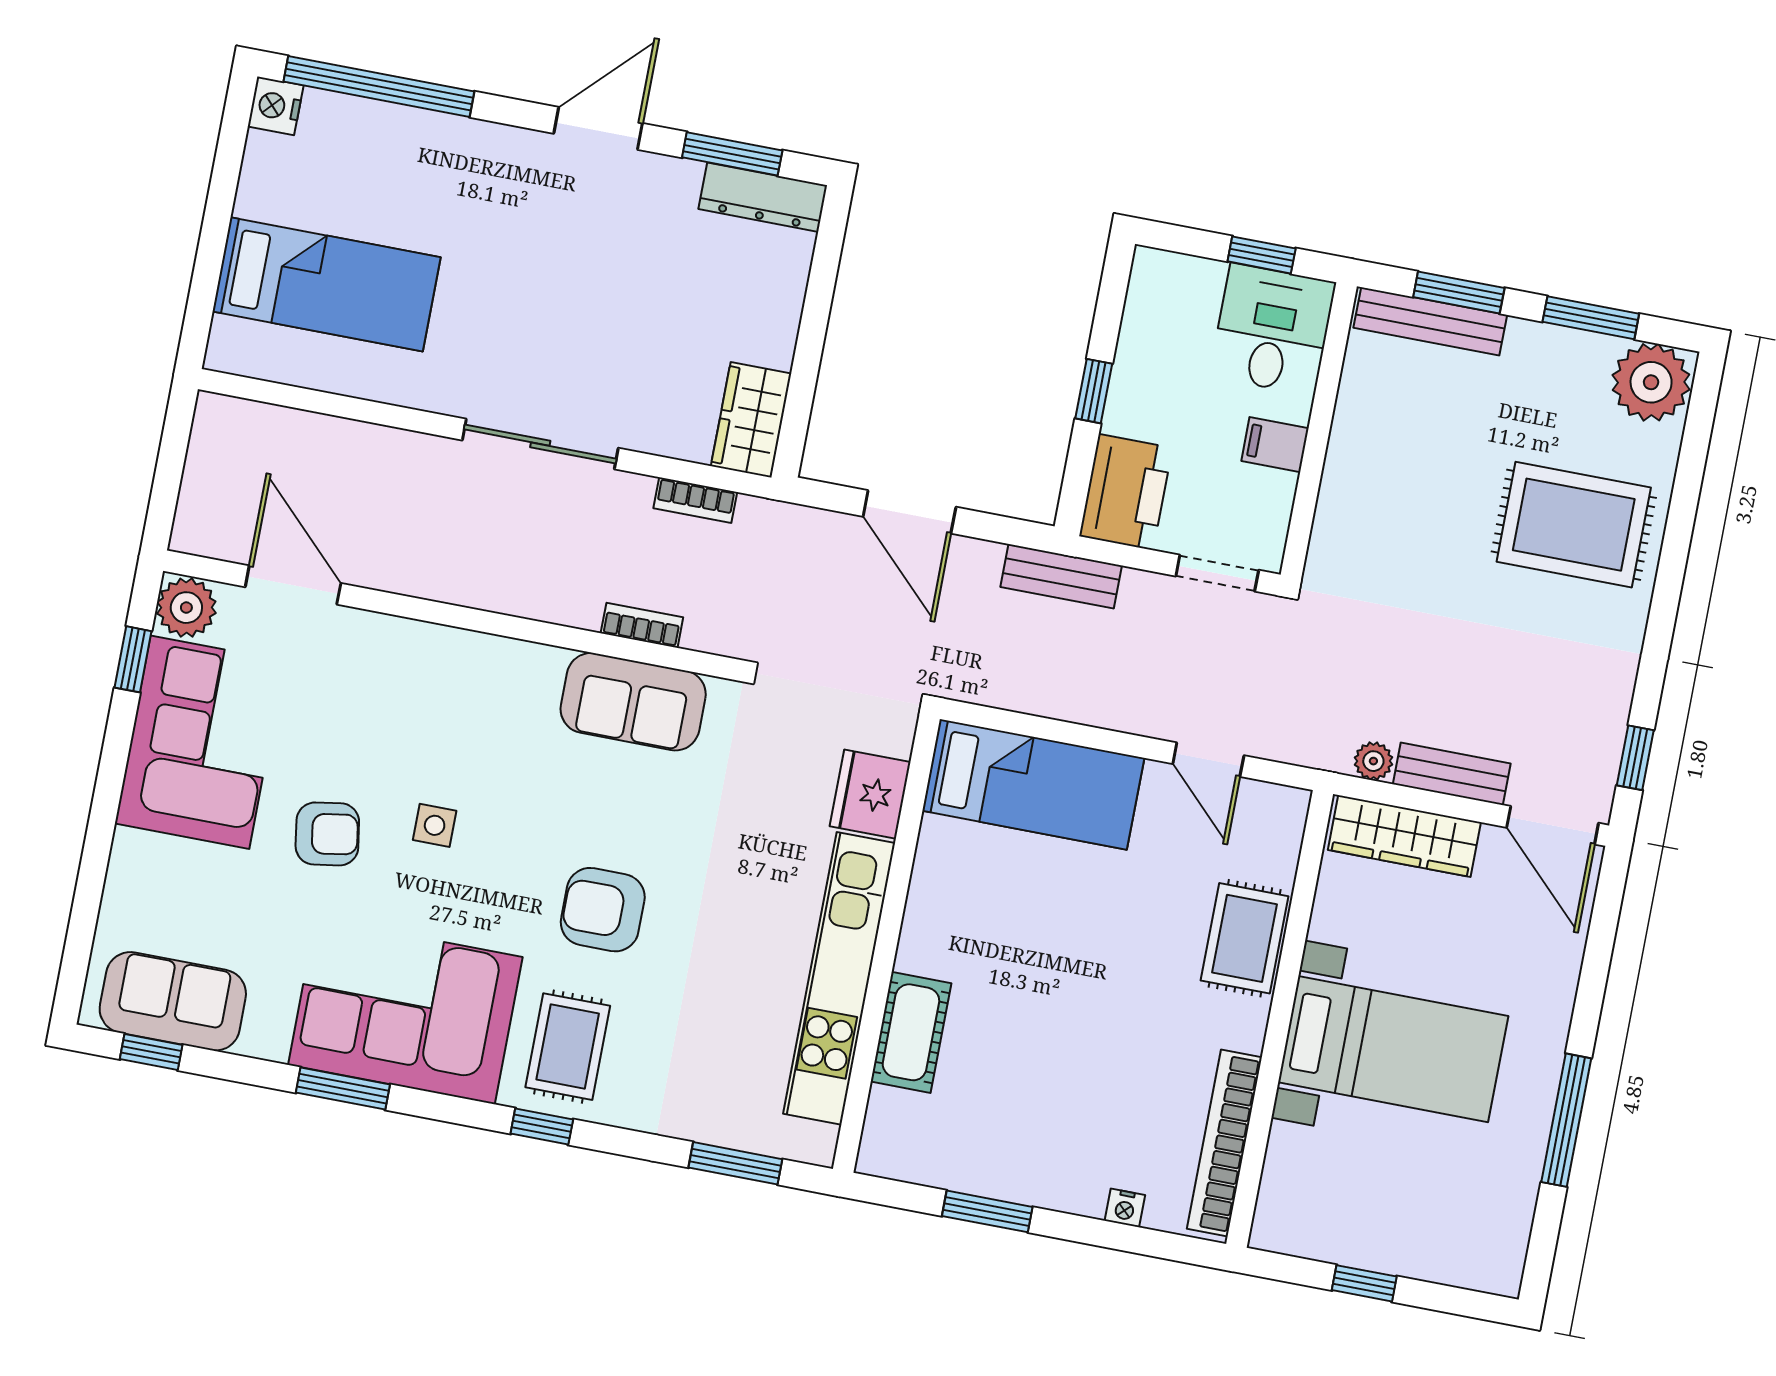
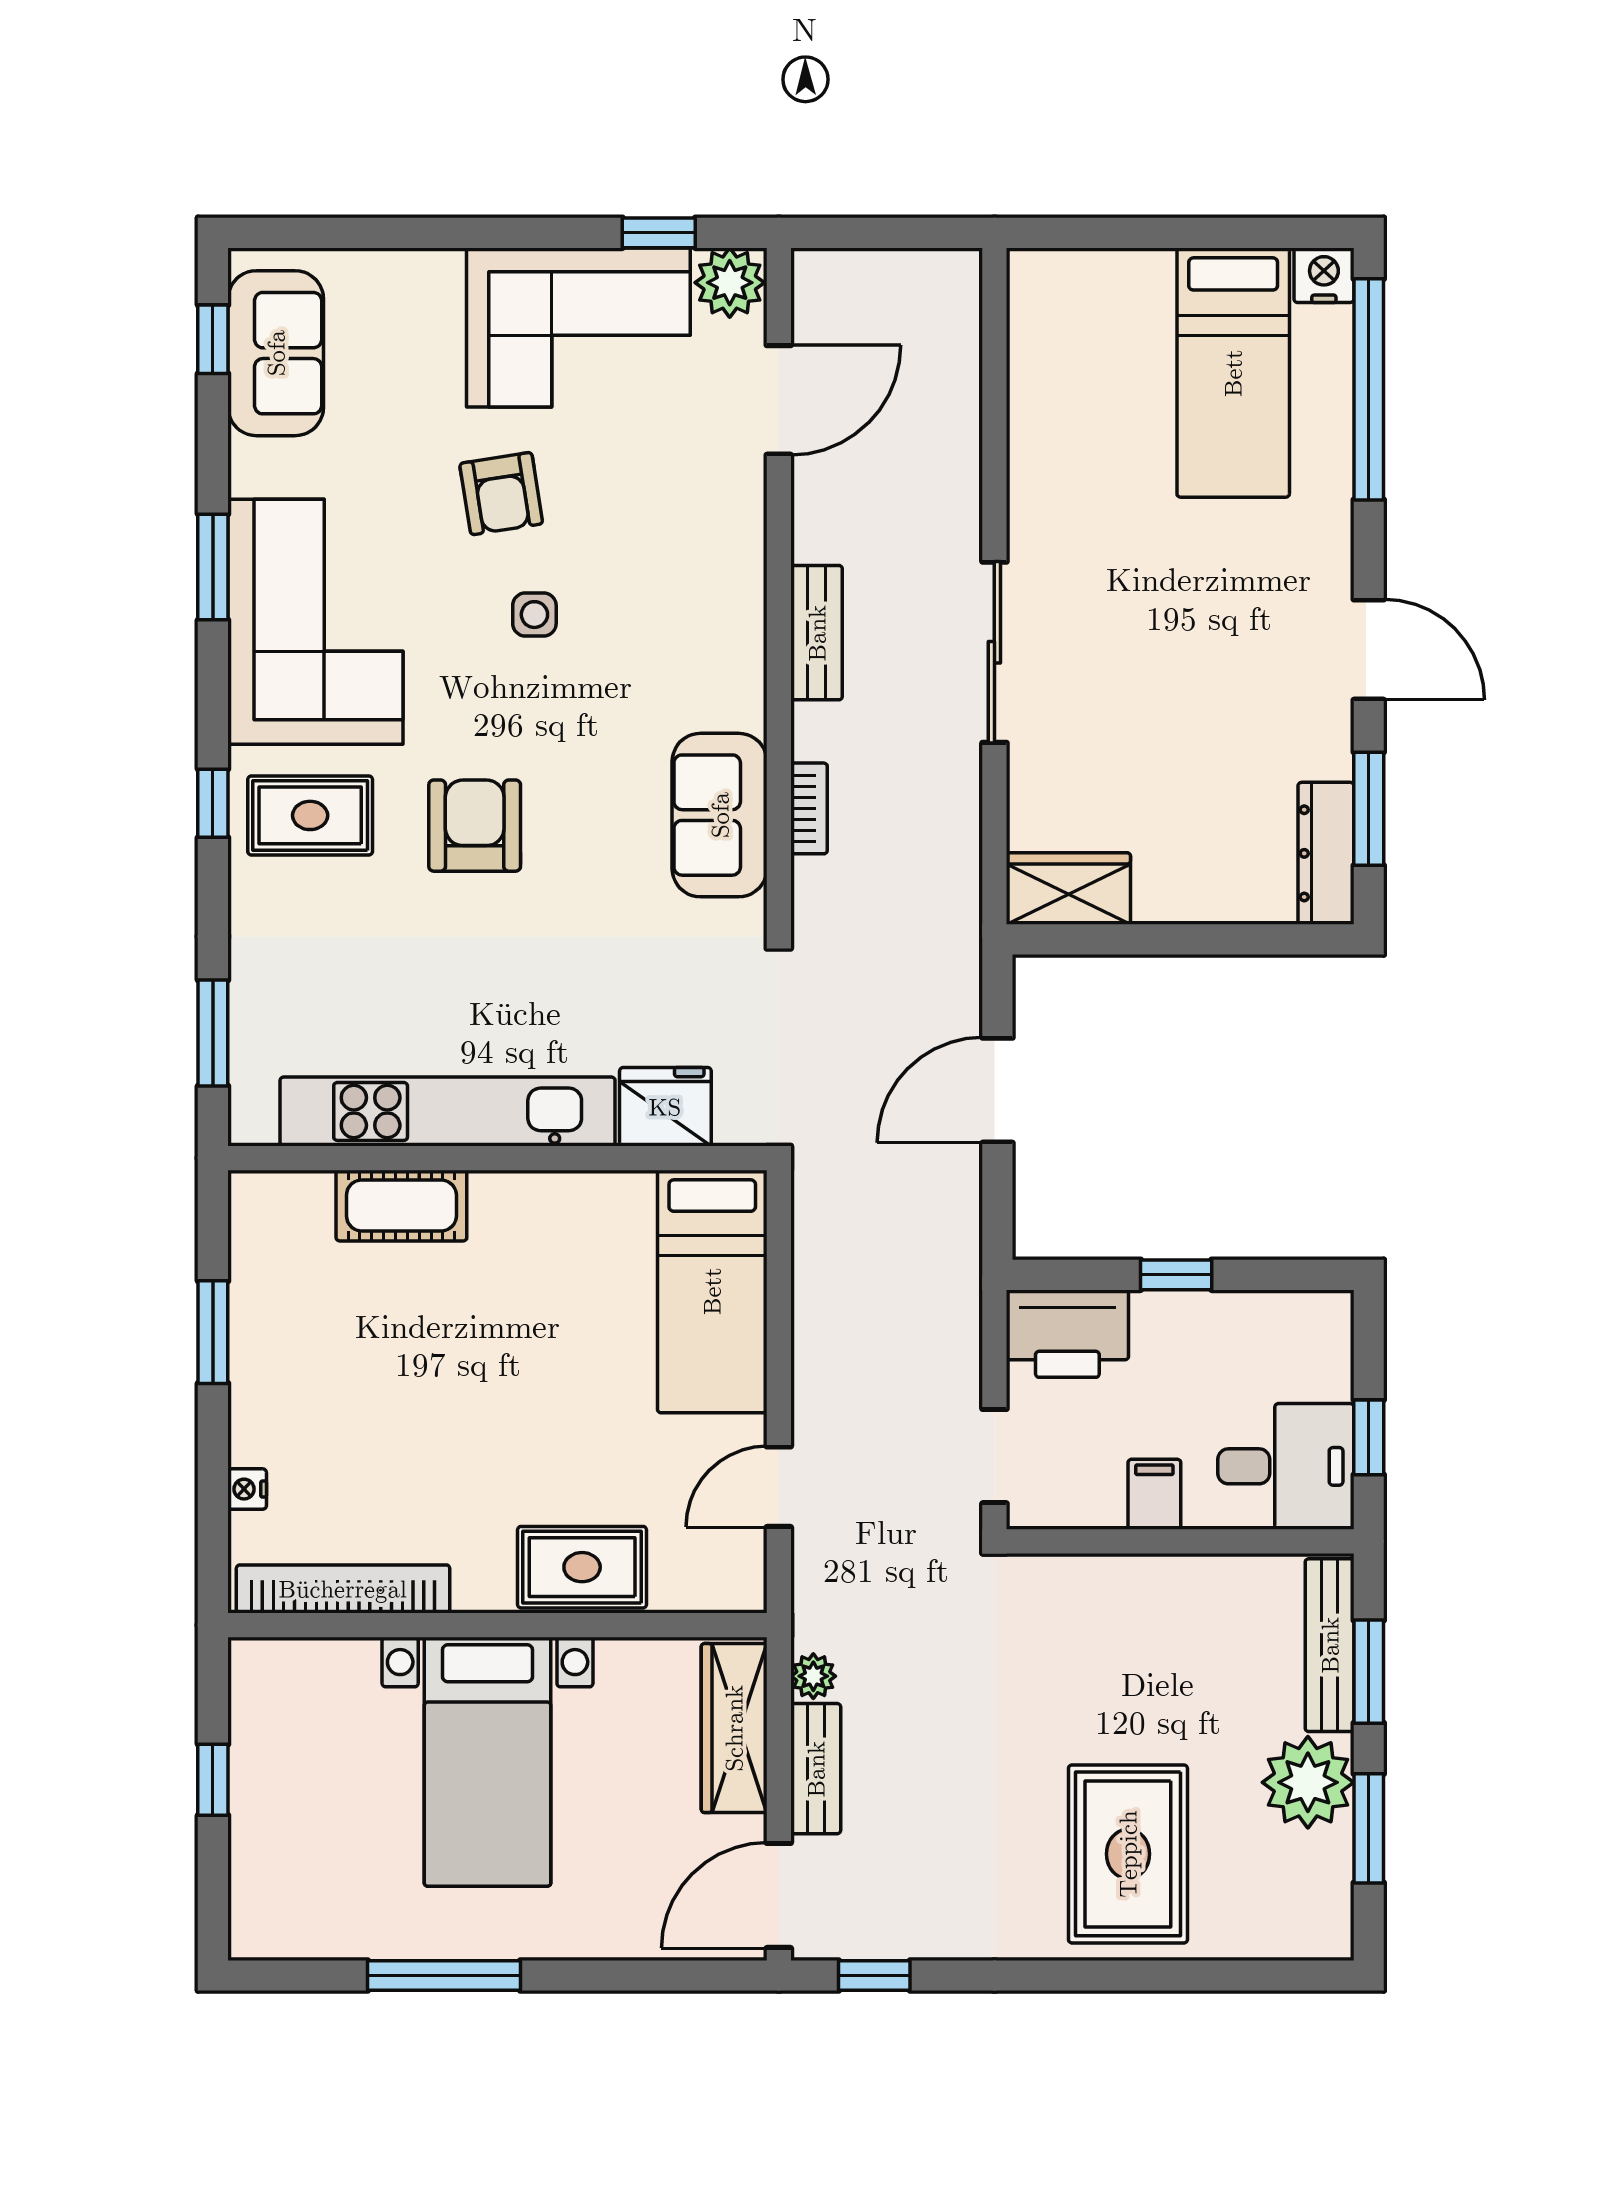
bed: (327, 284) -> (1233, 373), moved
plant: (1651, 382) -> (1308, 1782), moved
bookcase: (695, 500) -> (964, 842), removed
bench: (1061, 576) -> (817, 633), moved

